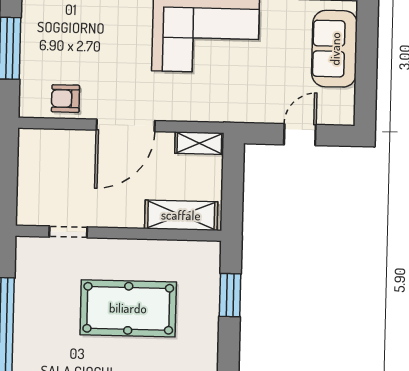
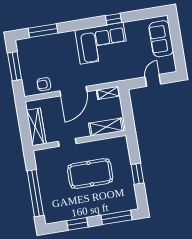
wardrobe: (32, 187) -> (36, 127), added
doorway: (68, 232) -> (67, 142), moved
window: (230, 295) -> (137, 174), moved

